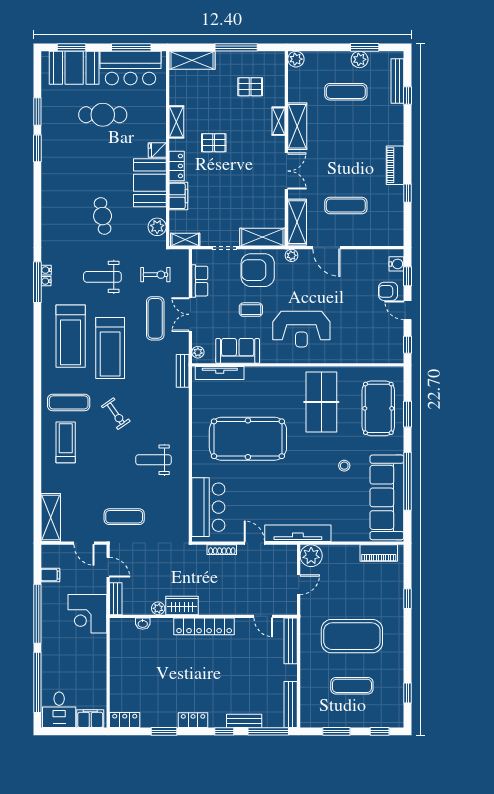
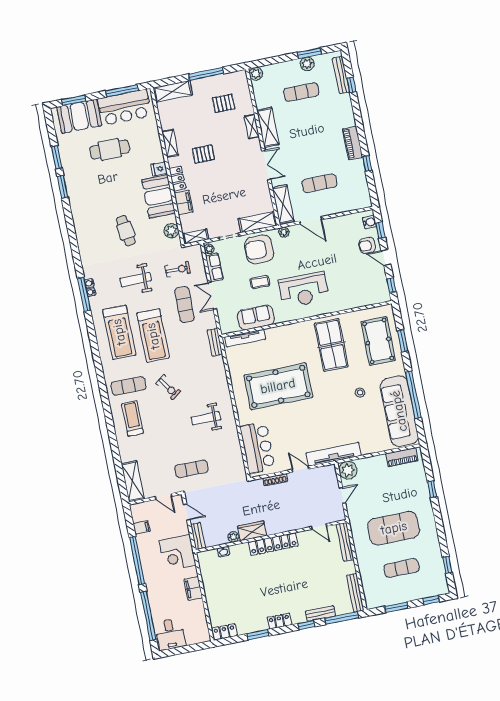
plant: (198, 352) -> (209, 249), moved
filing cabinet: (90, 719) -> (193, 588), moved, turned -90

